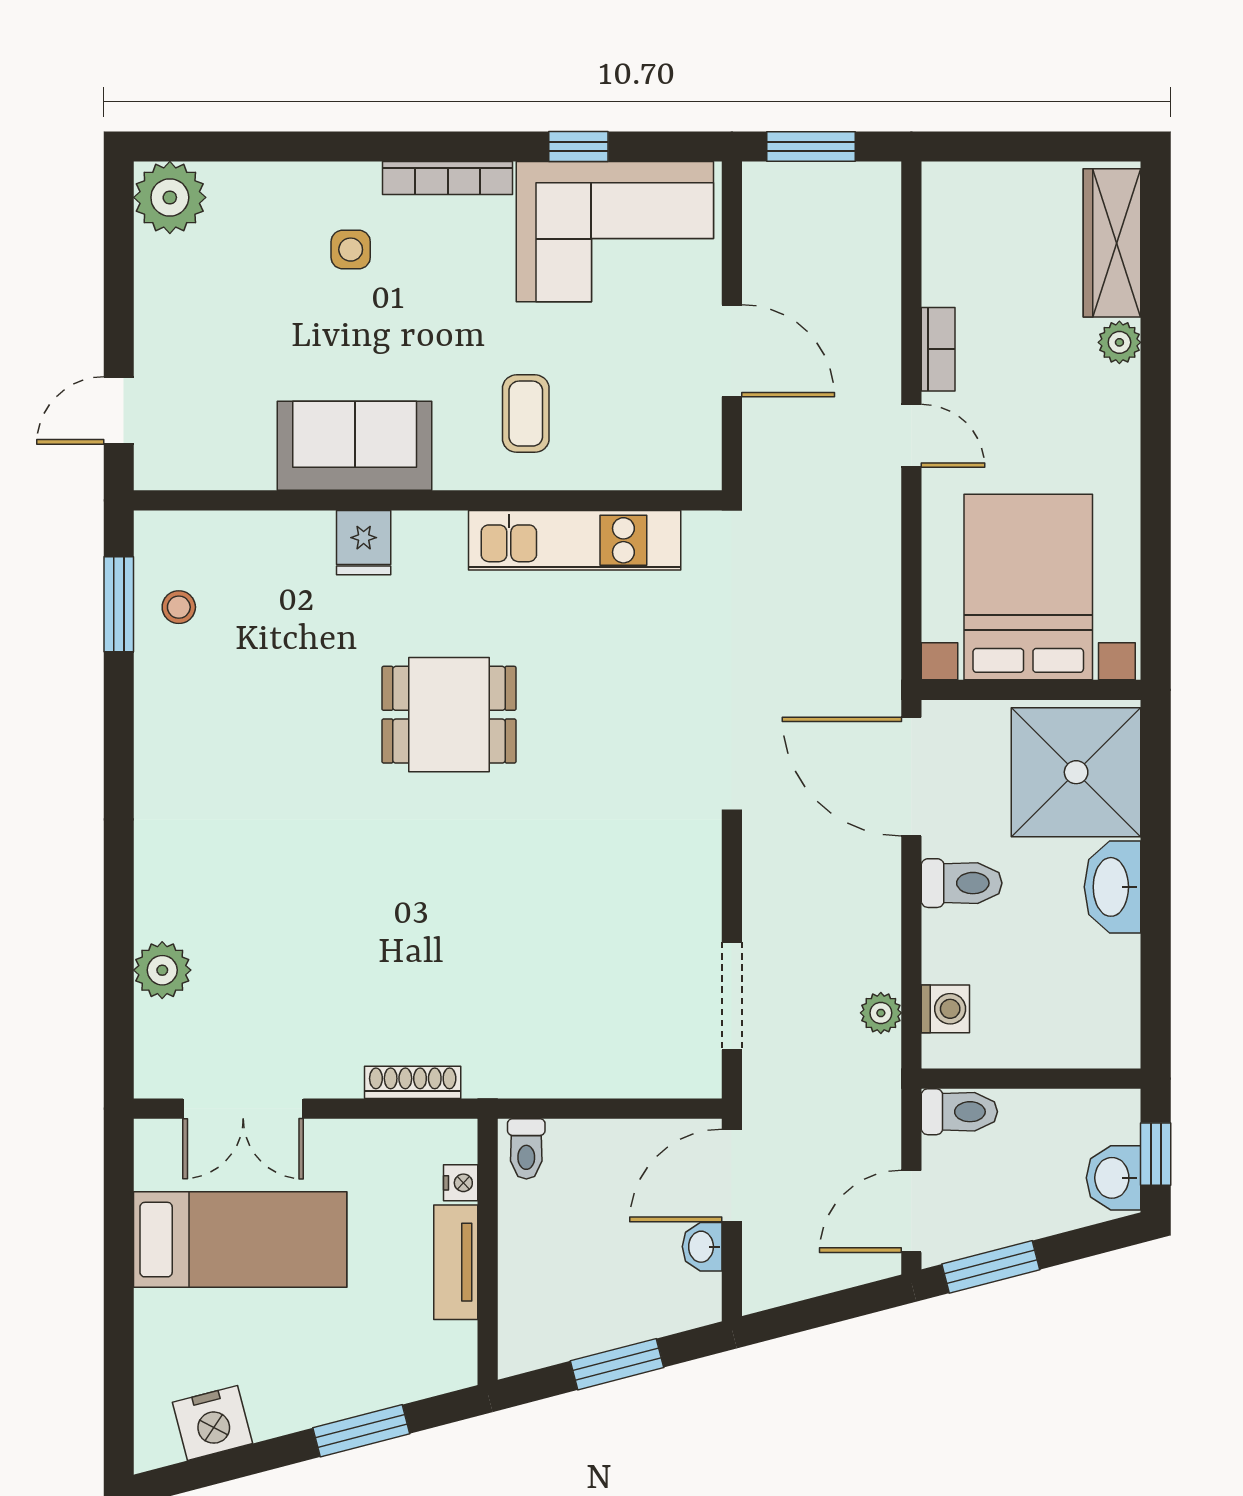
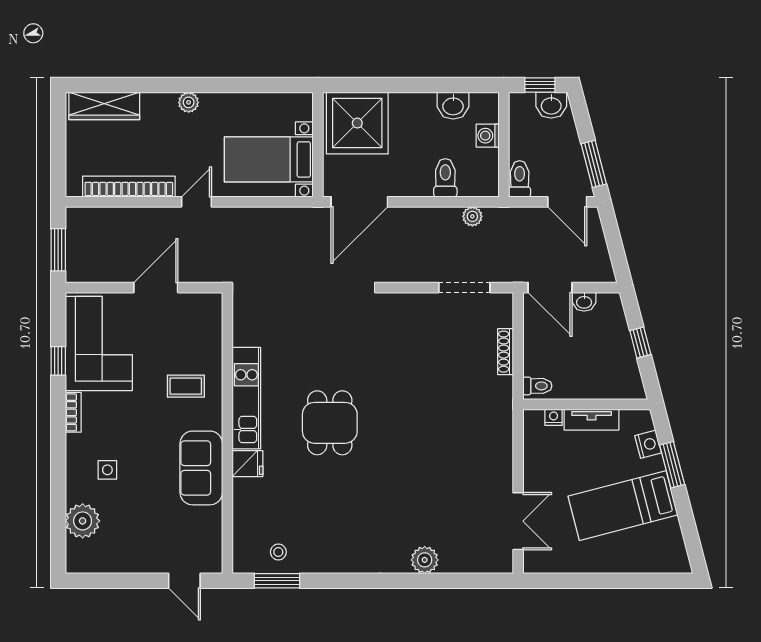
bookcase: (448, 178) -> (73, 412), width x0.64
plant: (170, 197) -> (83, 521), moved
plant: (1119, 342) -> (189, 102), moved
bookcase: (938, 349) -> (129, 187), width x2.31, depth x1.31
kitchen unit: (575, 540) -> (246, 398), moved
bed with nightstands: (1028, 587) -> (269, 159), width x0.73
toilet: (962, 883) -> (445, 178), moved
washbasin: (1113, 887) -> (453, 106), moved, width x0.72
plant: (162, 970) -> (425, 560), moved
washing machine: (945, 1009) -> (488, 136), moved, turned -90
shoe rack: (413, 1082) -> (506, 352), moved
bed: (240, 1240) -> (623, 506), moved, turned -105
window: (617, 1364) -> (640, 343), width x0.67
nightstand: (212, 1423) -> (648, 444), moved, width x0.74, depth x0.75

